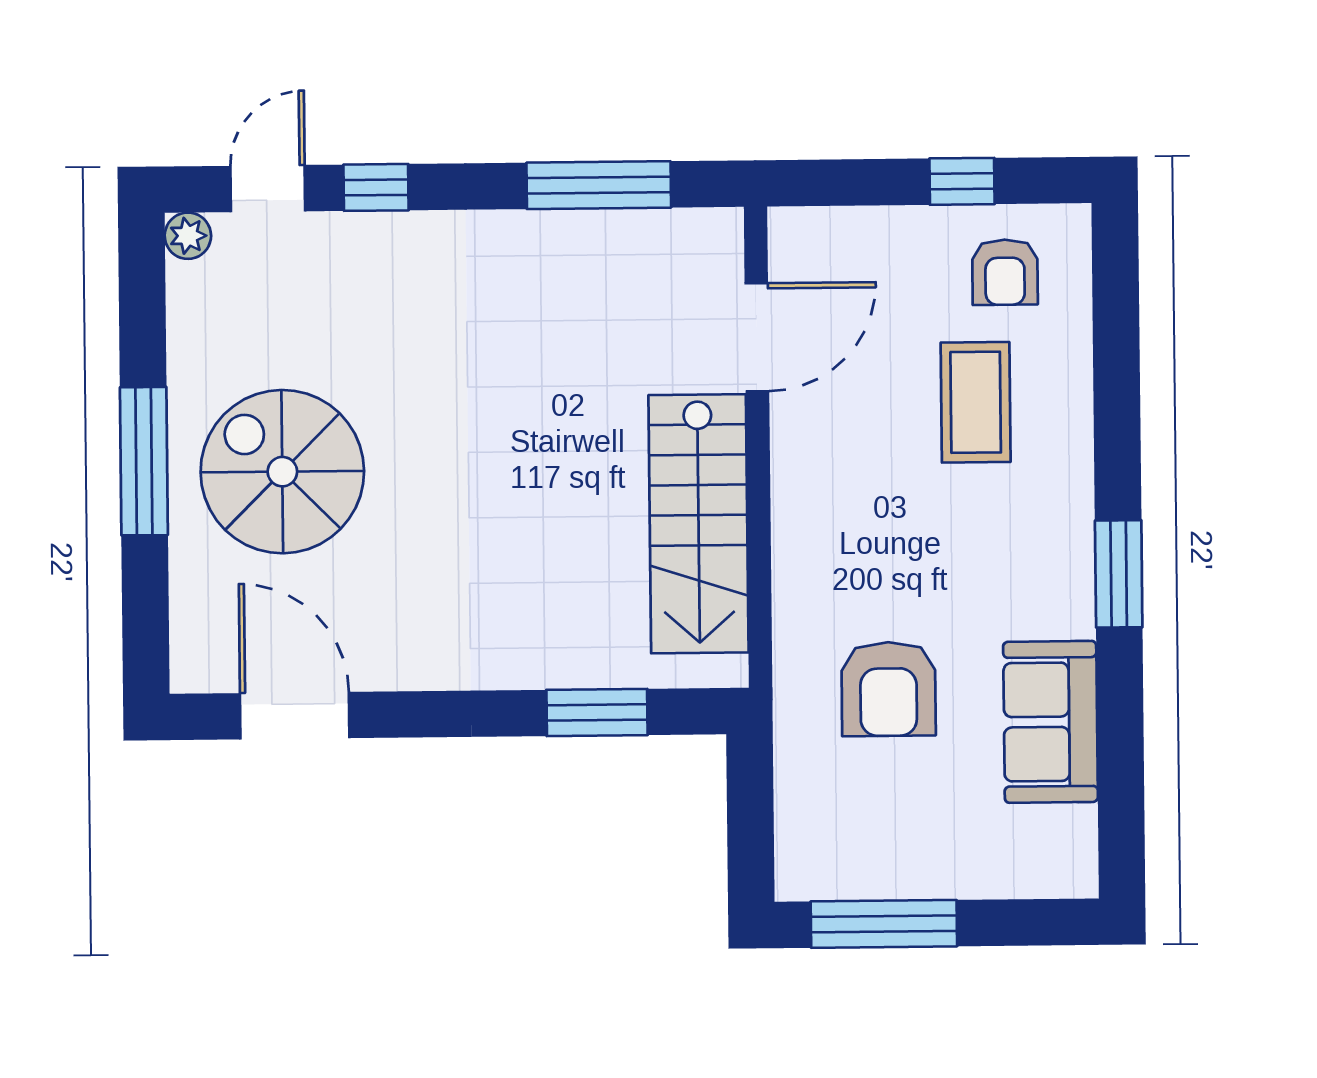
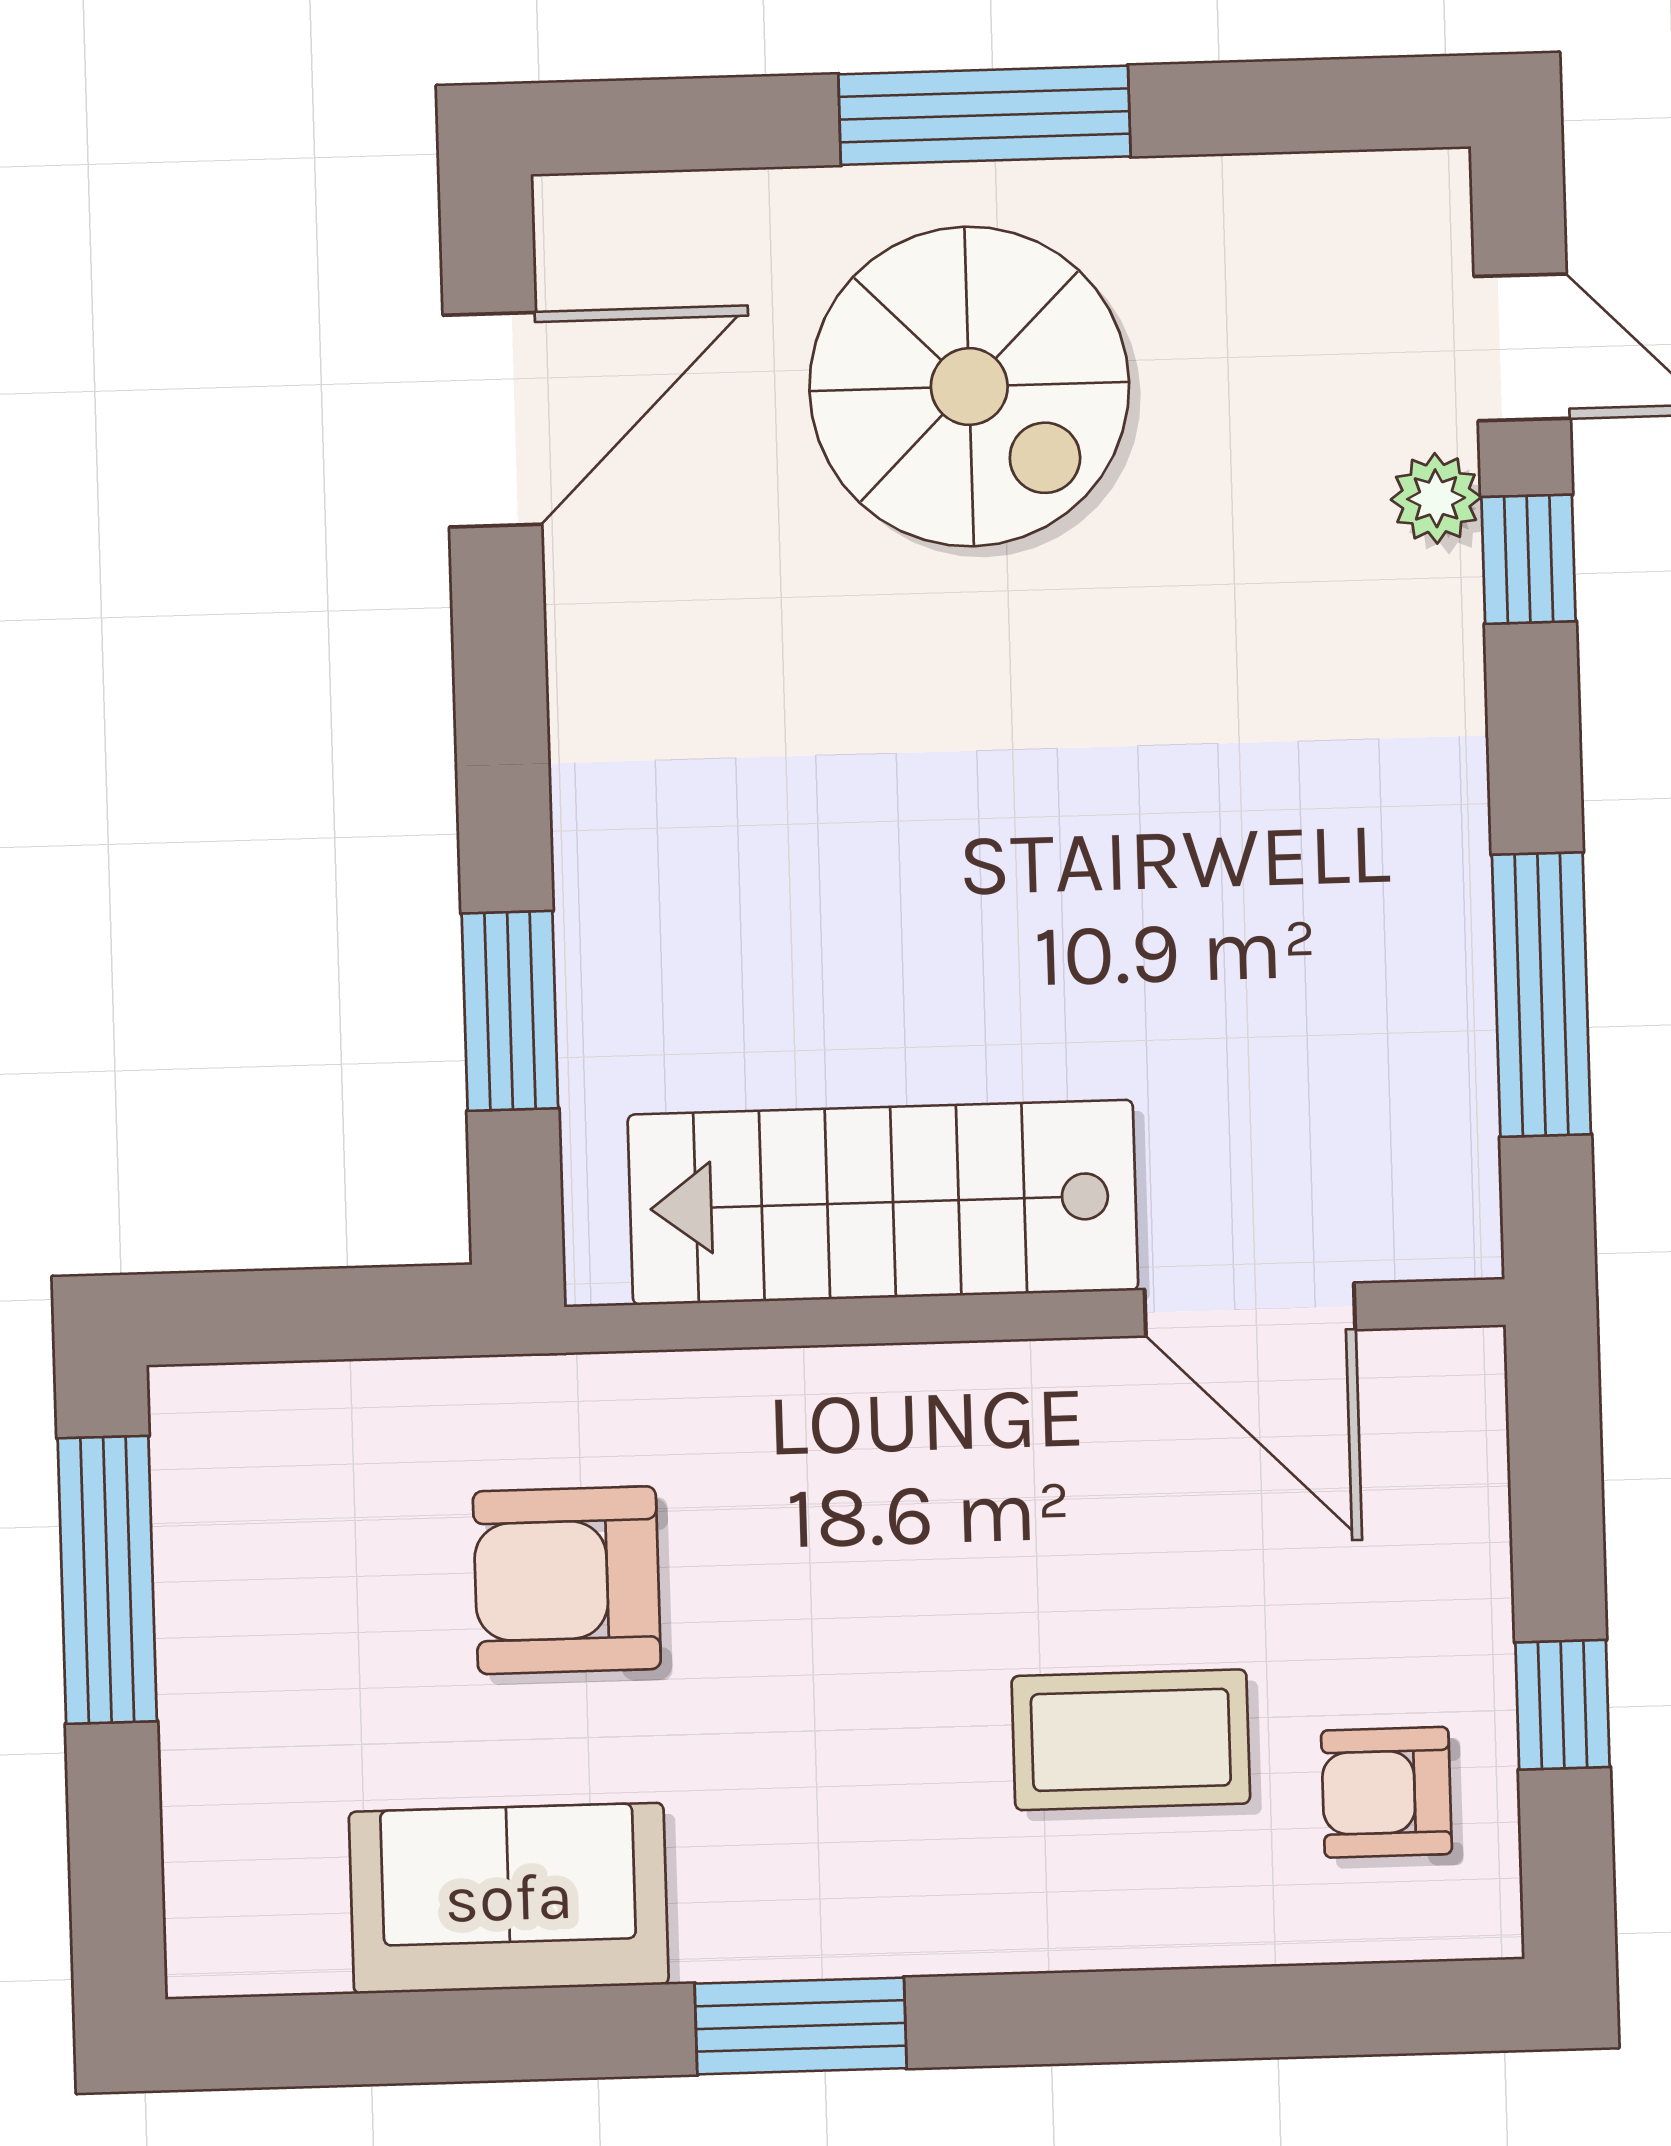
plant: (188, 236) -> (1436, 498), moved
spiral stairs: (282, 472) -> (969, 386), turned 90

